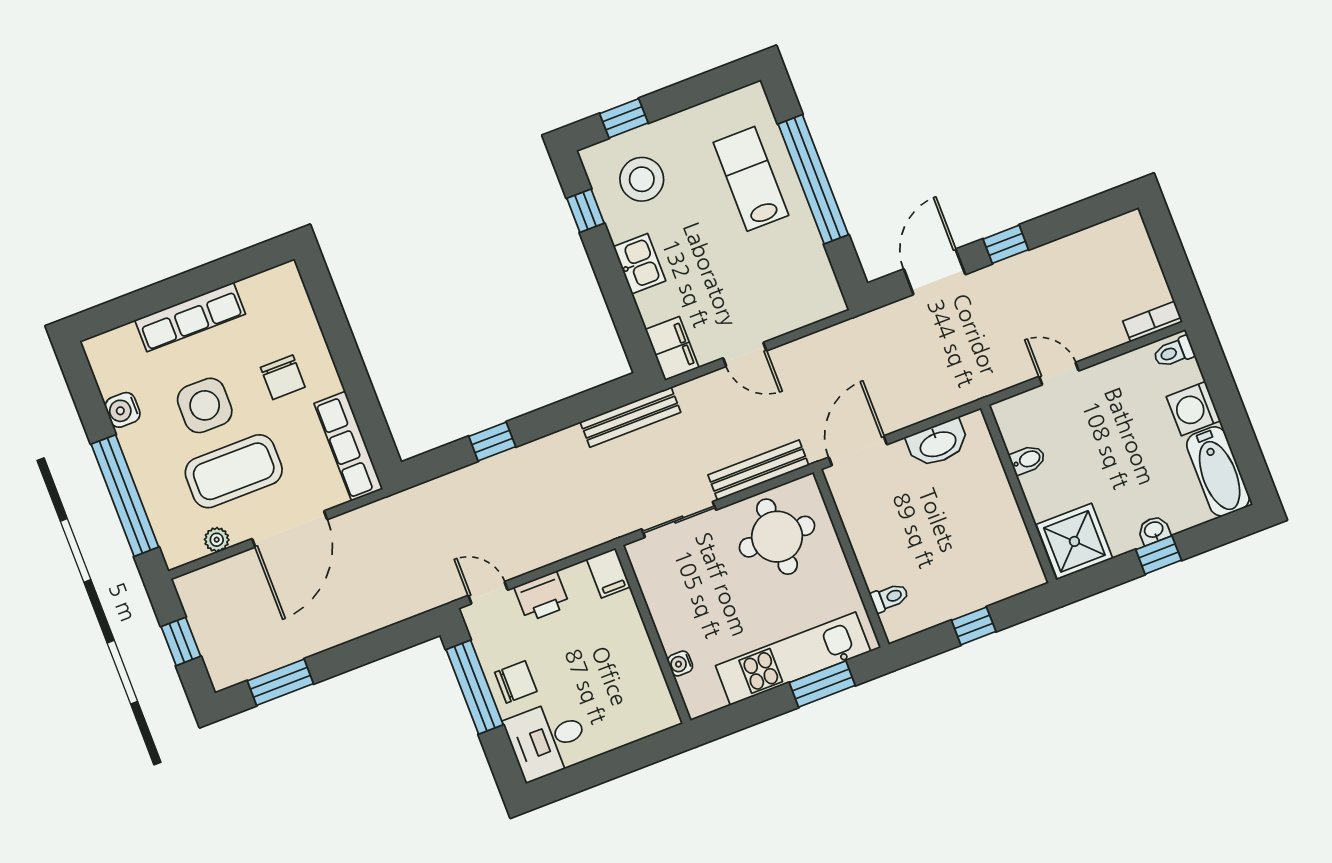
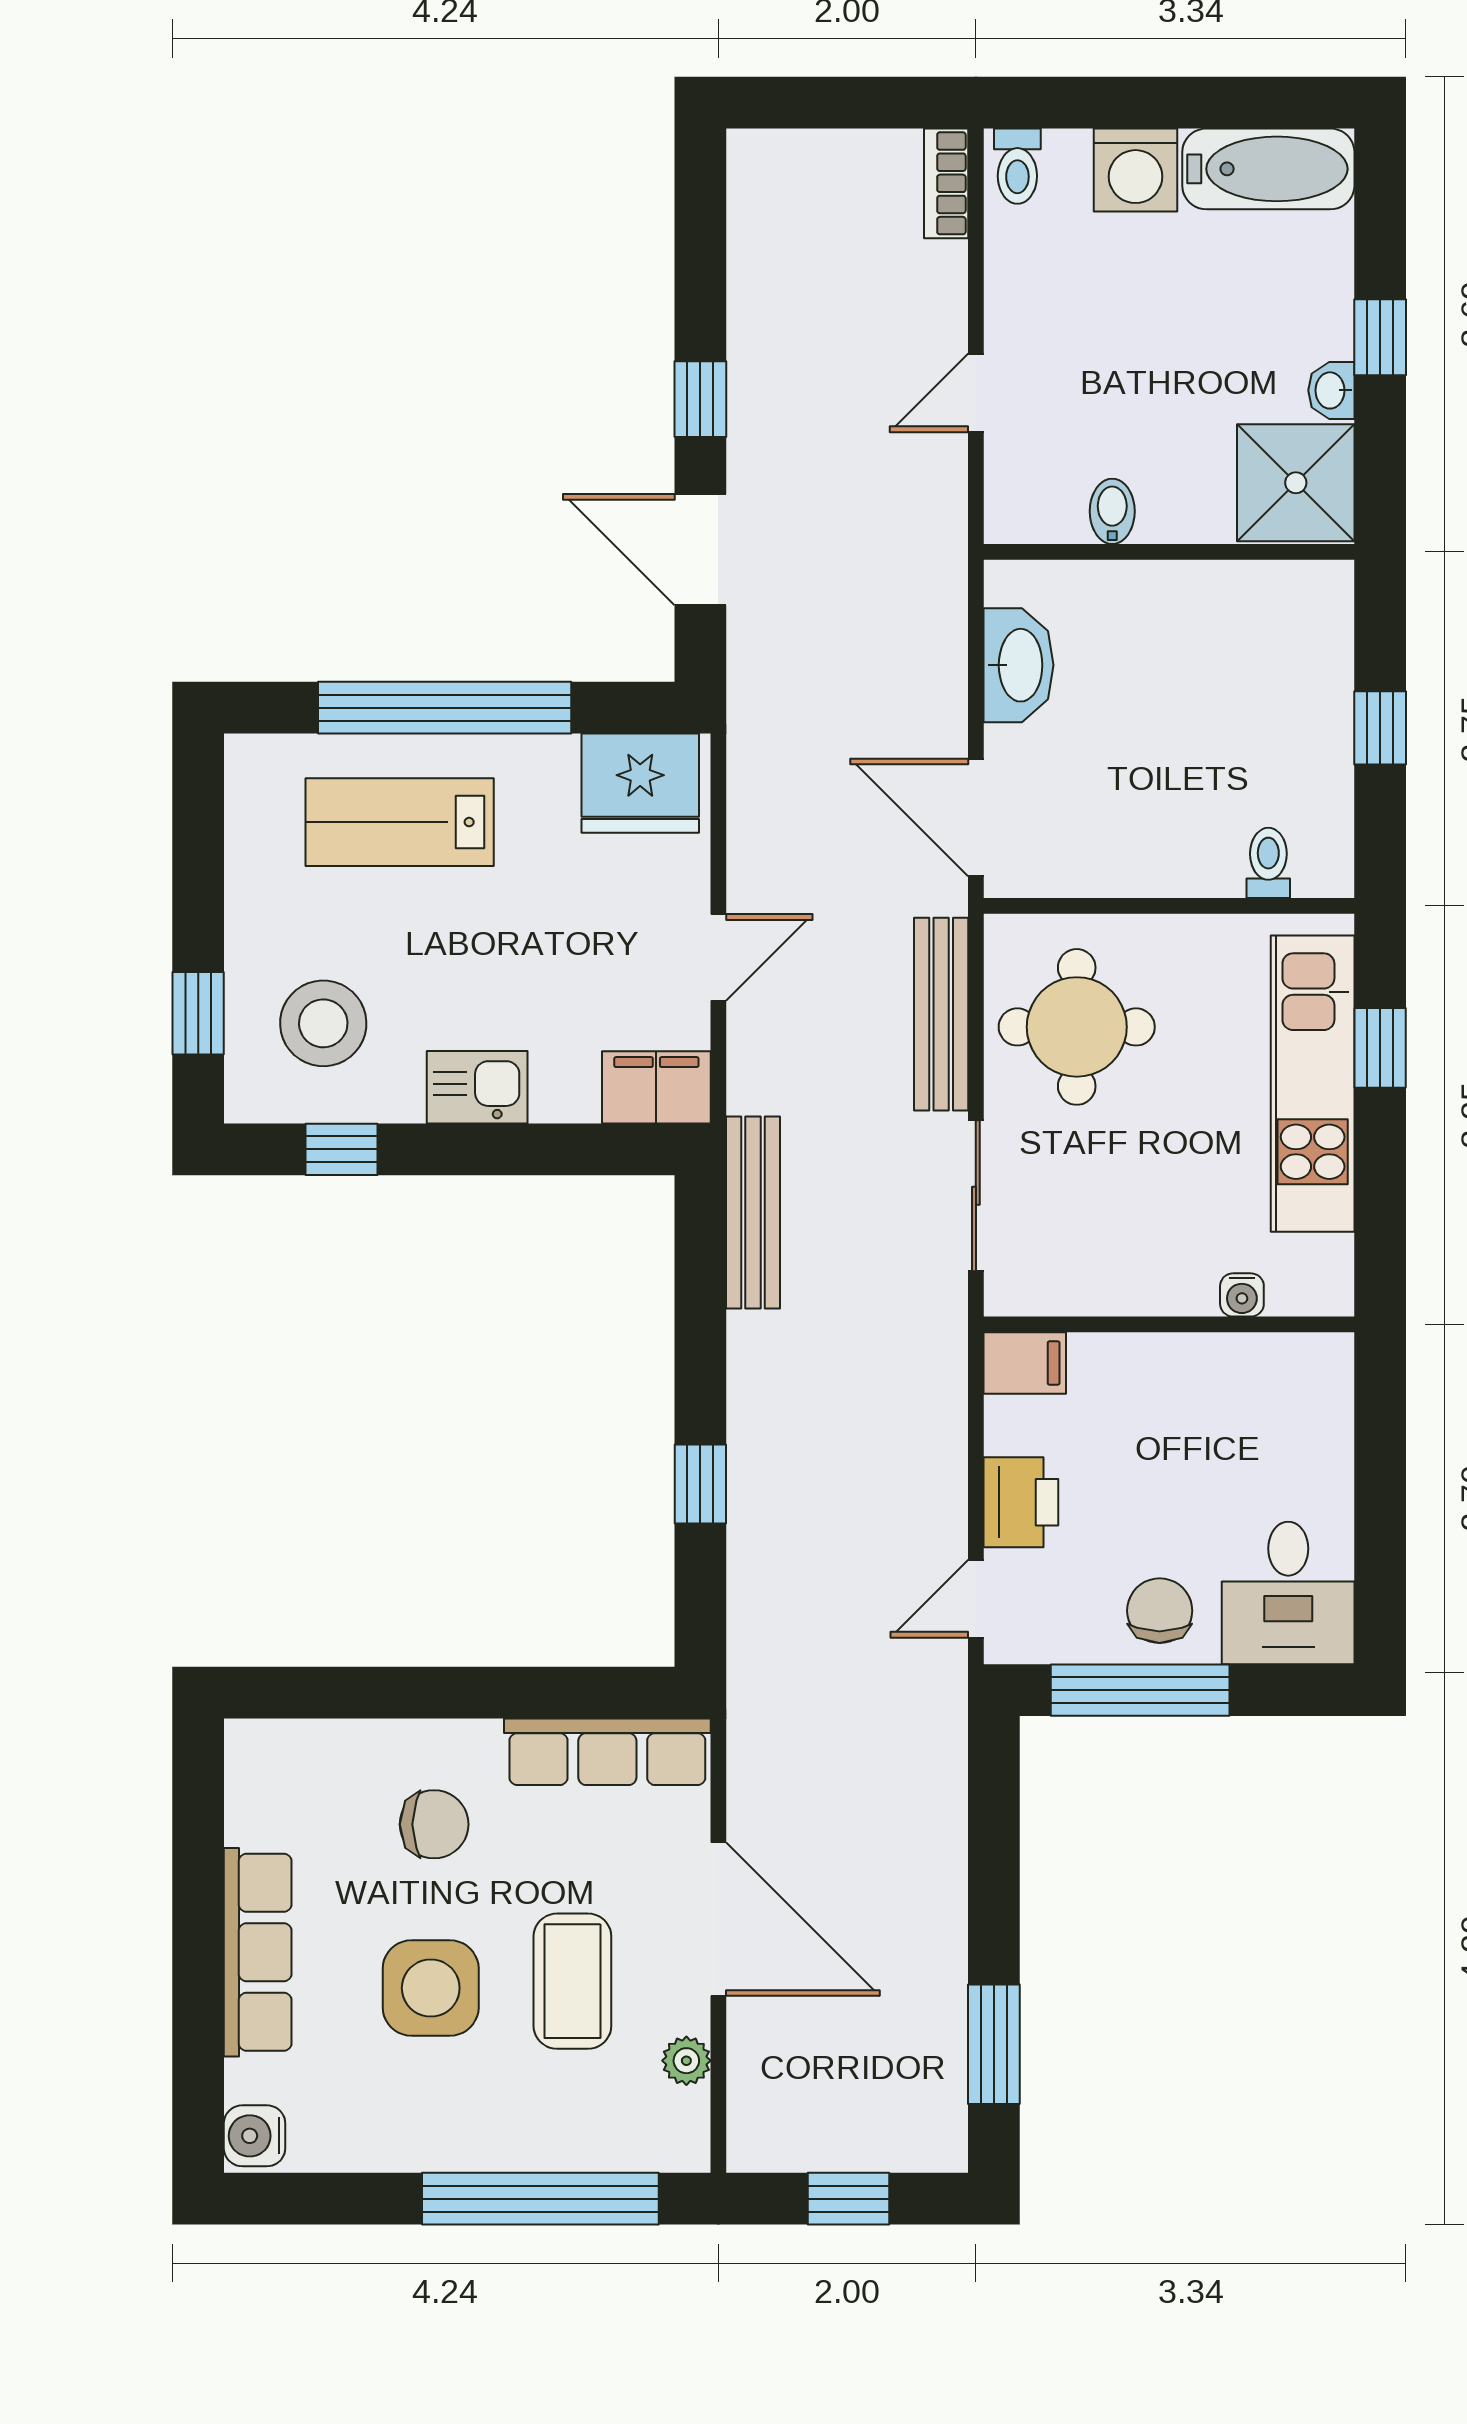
fridge: (813, 286) -> (640, 783), added
water cooler: (123, 410) -> (255, 2136), moved, turned 90
coffee table: (234, 471) -> (572, 1981), width x0.73, depth x0.76
washbasin: (1154, 530) -> (1331, 390), moved
window: (822, 684) -> (1380, 1048), width x0.67

